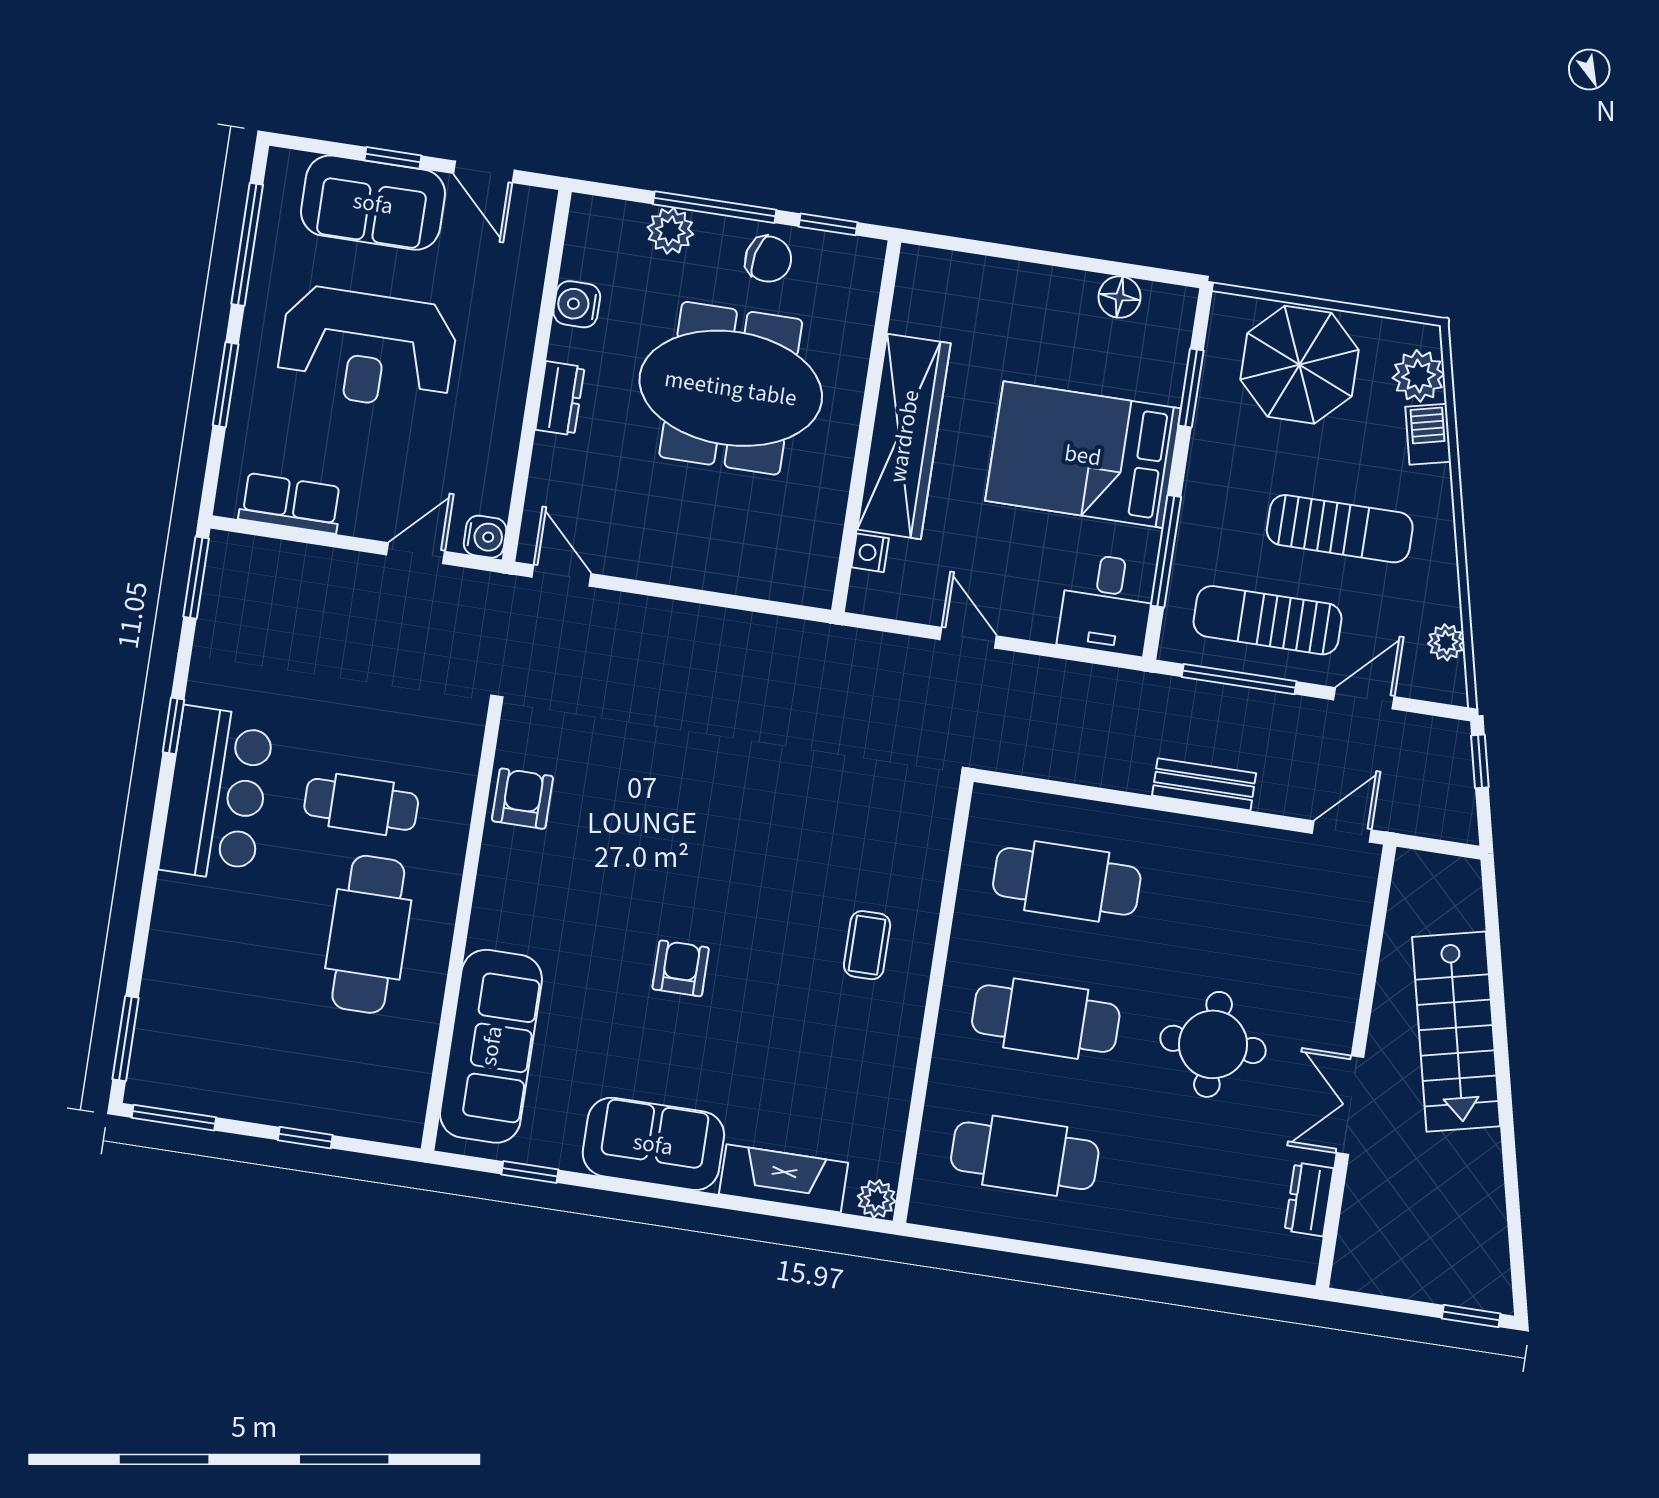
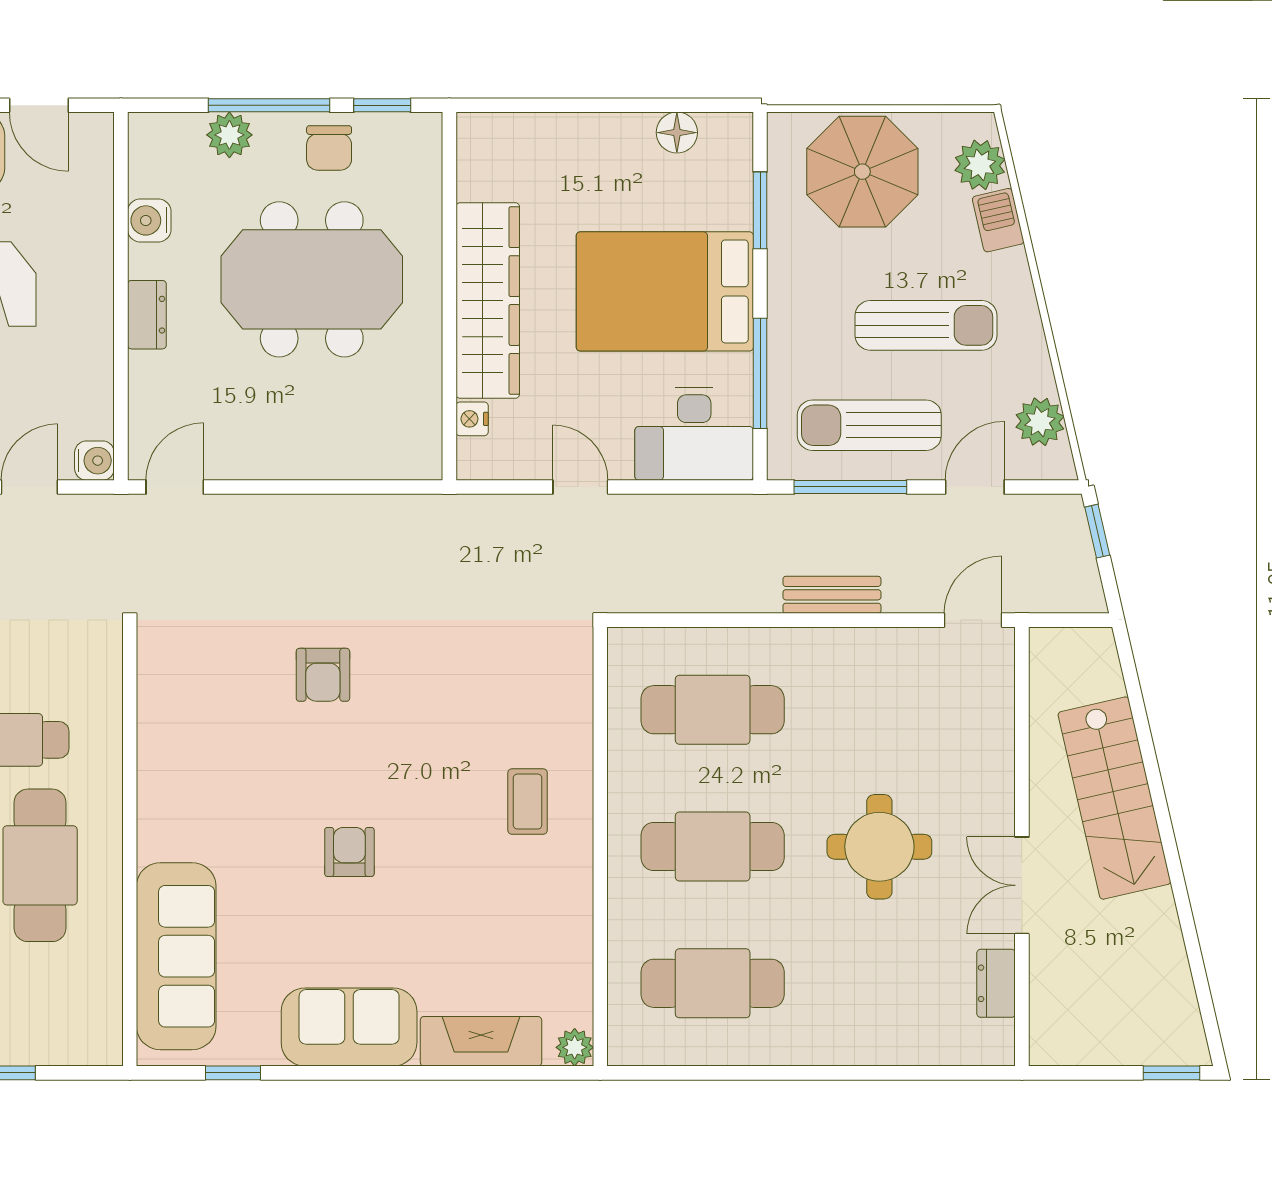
chair: (768, 259) -> (329, 148), turned 77
door: (561, 575) -> (175, 487), hinge flipped
desk: (1107, 604) -> (694, 434), width x1.37
plant: (1446, 642) -> (1040, 422), width x1.38, depth x1.38
armchair: (522, 799) -> (323, 675), moved, turned 180

